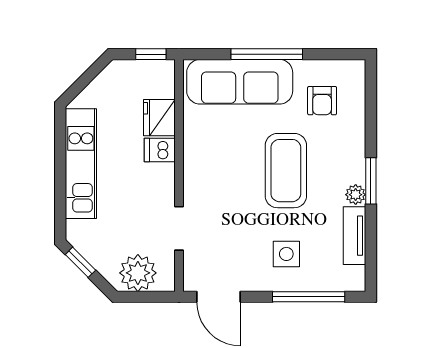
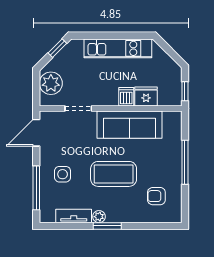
sofa: (240, 82) -> (130, 125), moved, turned -90

